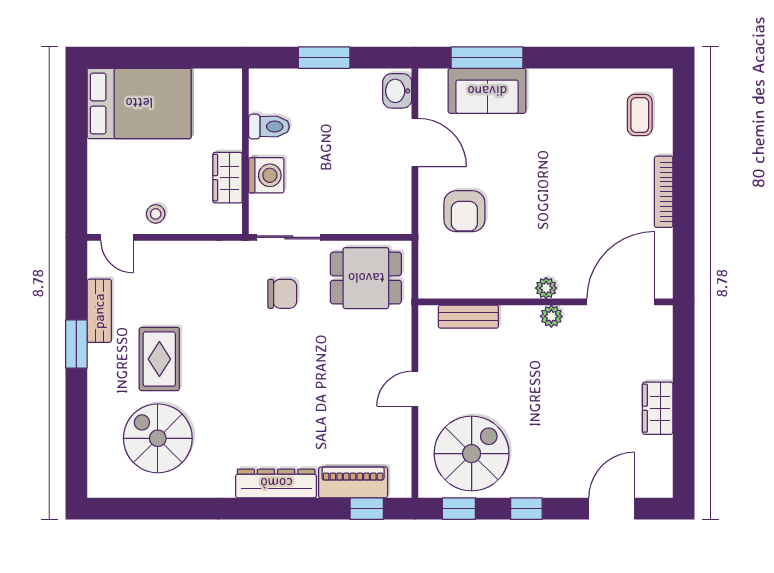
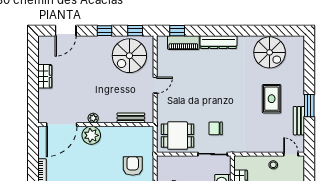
plant: (546, 288) -> (91, 135), width x1.88, depth x1.88
spiral stairs: (158, 438) -> (270, 52), moved

